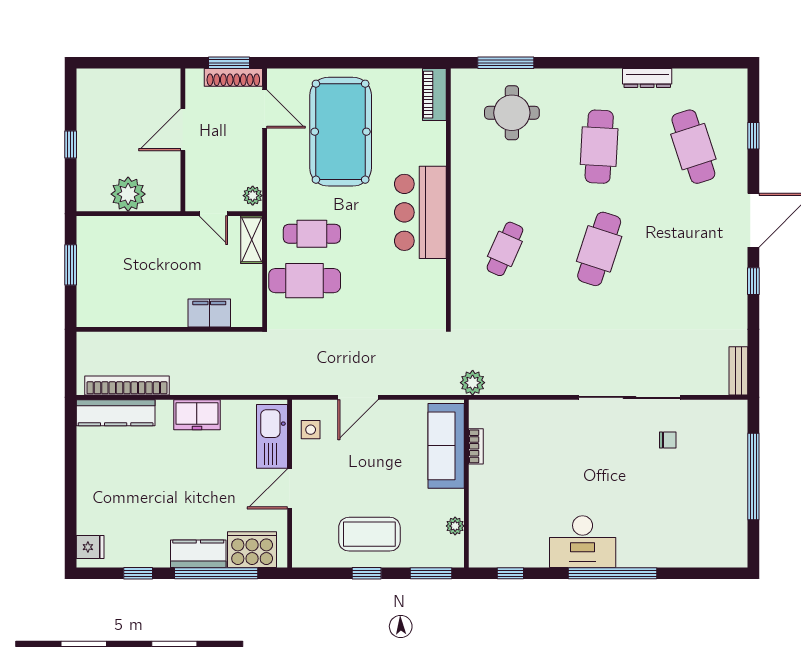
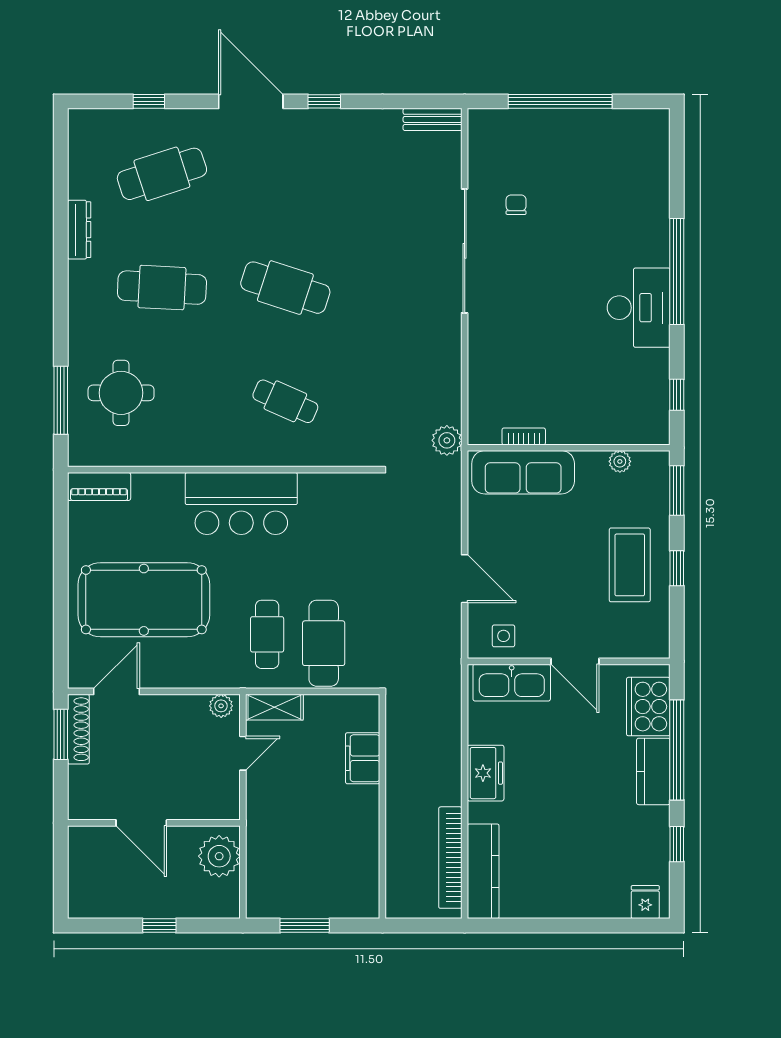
door: (183, 130) -> (141, 823), moved
wall: (183, 140) -> (154, 823), moved

